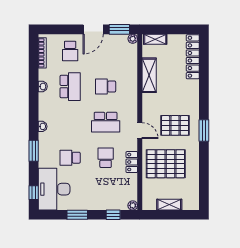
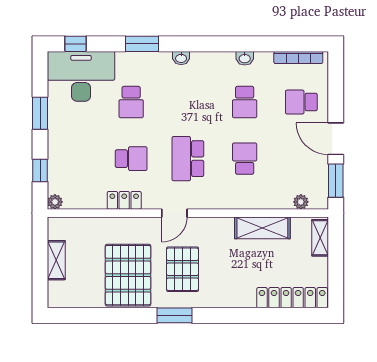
plant: (133, 39) -> (301, 202), moved
school desk: (70, 87) -> (245, 102), width x0.54
school desk: (70, 158) -> (131, 102), turned 180
pallet: (166, 164) -> (128, 275), moved

